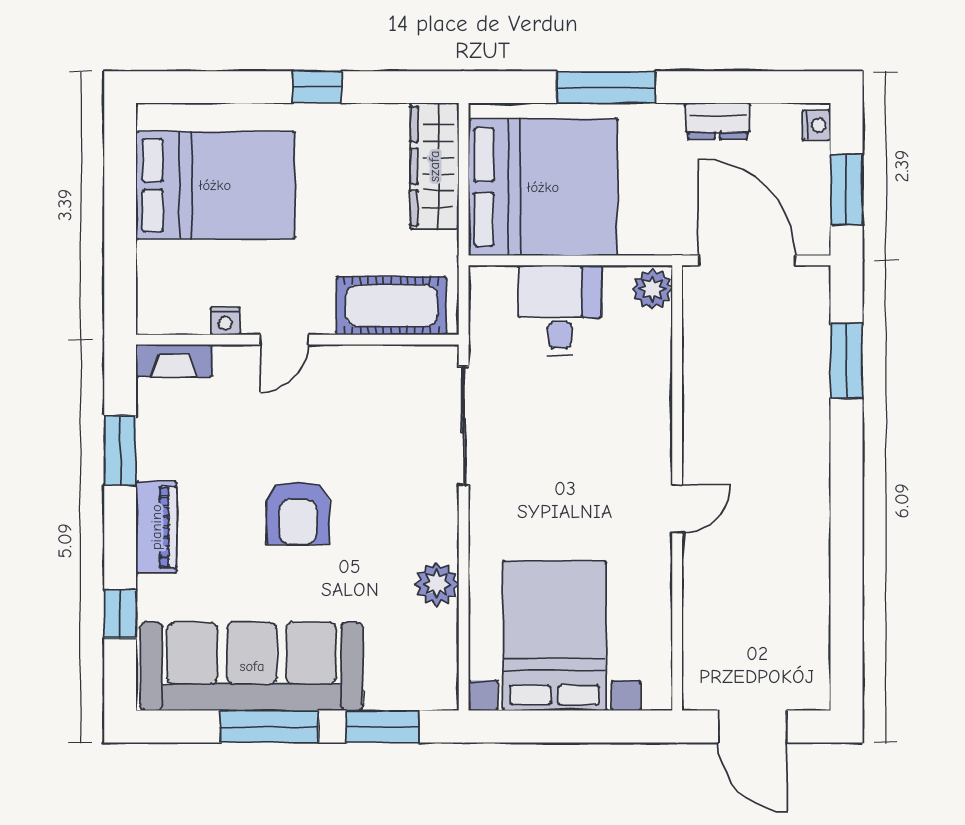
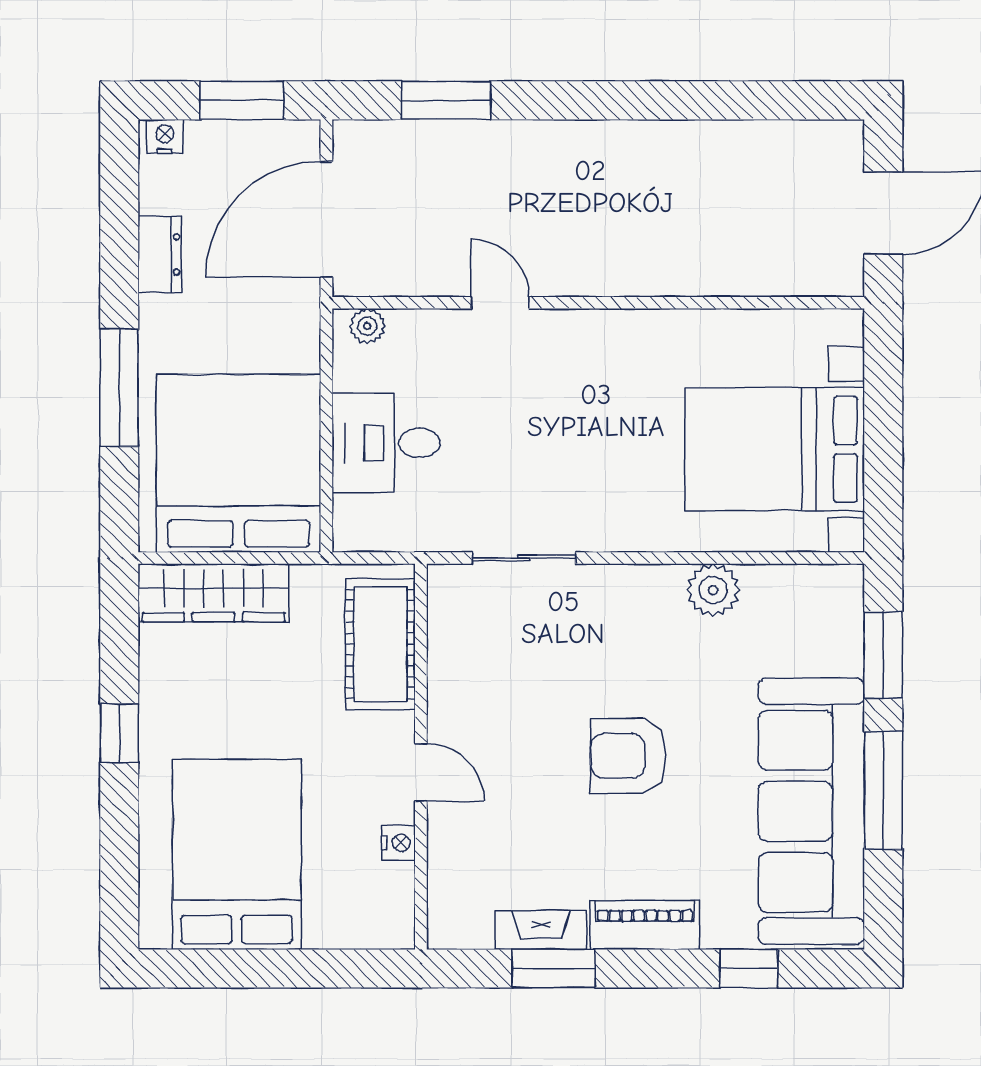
plant: (652, 289) -> (367, 326), width x0.73, depth x0.73
fireplace: (174, 361) -> (541, 930), moved, turned -90
sliding door: (464, 426) -> (524, 558), width x0.73
door: (677, 509) -> (500, 303), moved
armchair: (298, 513) -> (628, 756), turned 180

